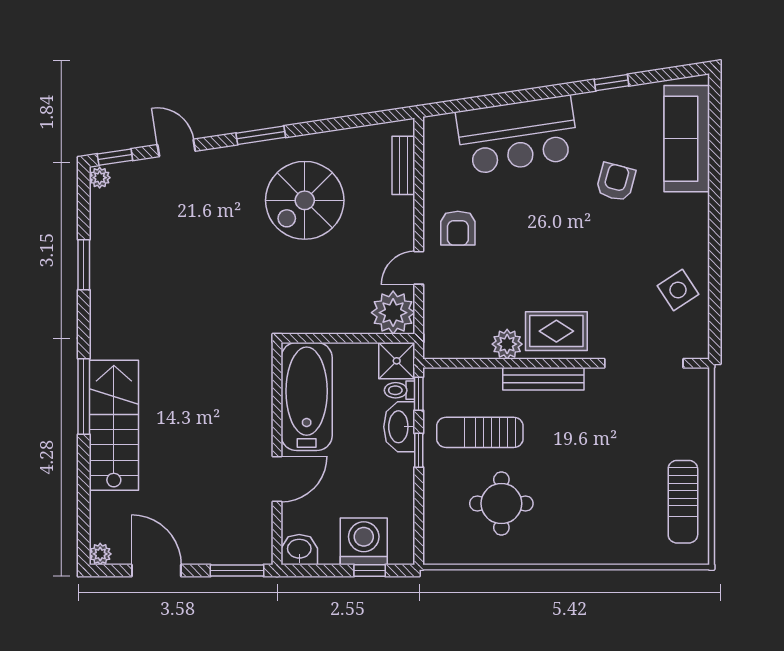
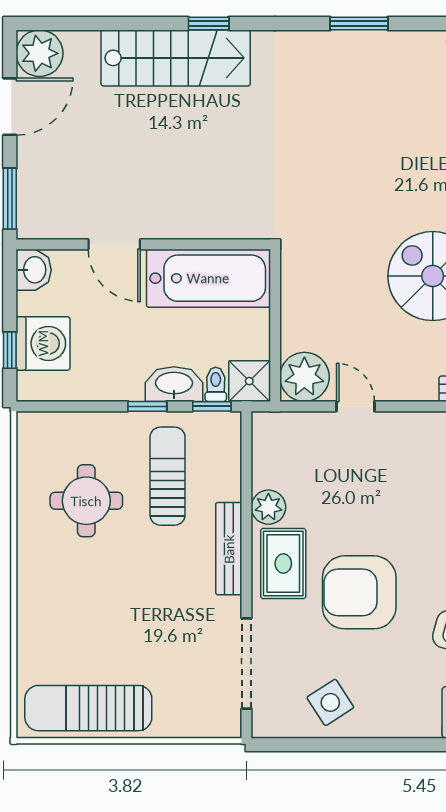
armchair: (458, 228) -> (359, 592), moved, width x1.88, depth x1.88
window: (84, 397) -> (209, 24), width x0.46
sun lounger: (683, 502) -> (88, 708), width x1.36, depth x1.34
plant: (100, 554) -> (40, 53), width x1.87, depth x1.87

